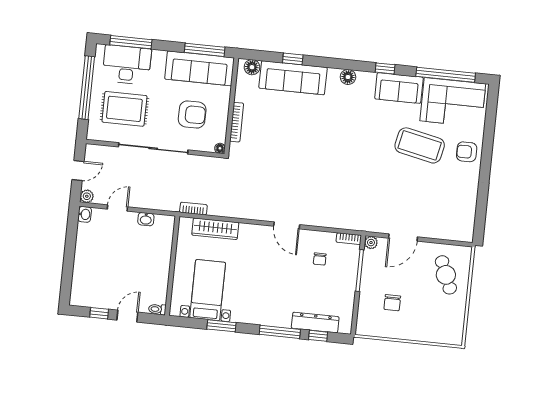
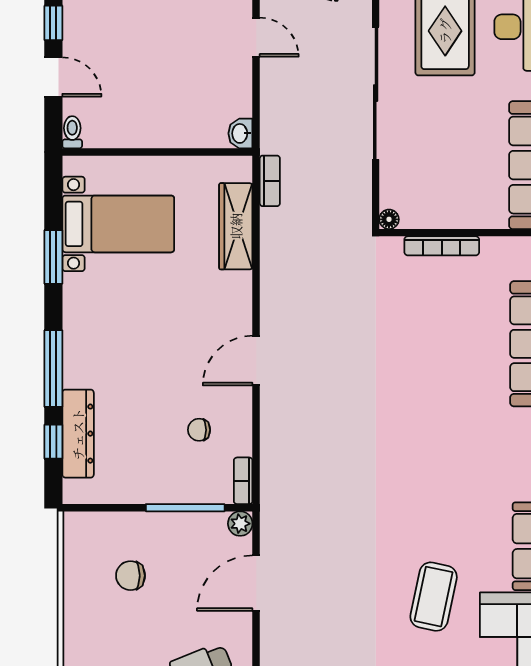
armchair: (192, 114) -> (448, 160), removed
coffee table: (420, 145) -> (434, 597), width x0.73, depth x0.76
washbasin: (146, 219) -> (240, 133), moved
door: (403, 237) -> (256, 583), hinge flipped

